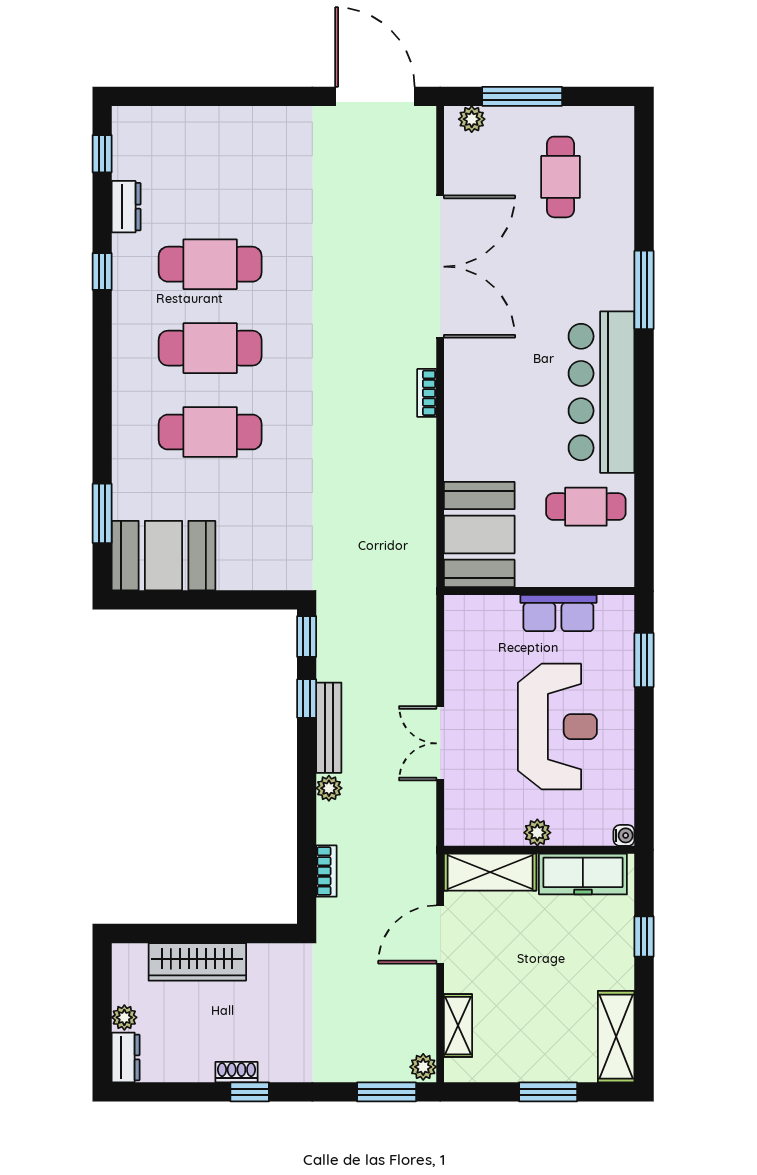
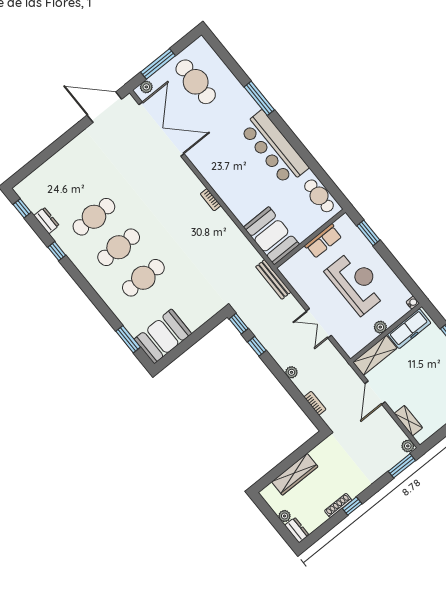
cafe table: (560, 177) -> (196, 82), width x1.37, depth x1.35
double door: (440, 267) -> (161, 129), moved
cafe table: (586, 507) -> (319, 196), moved, turned 90
bench: (329, 728) -> (273, 279), moved
shoe rack: (237, 1072) -> (338, 505), width x1.43

